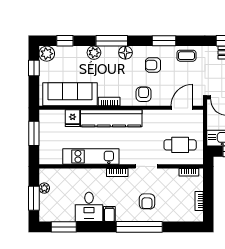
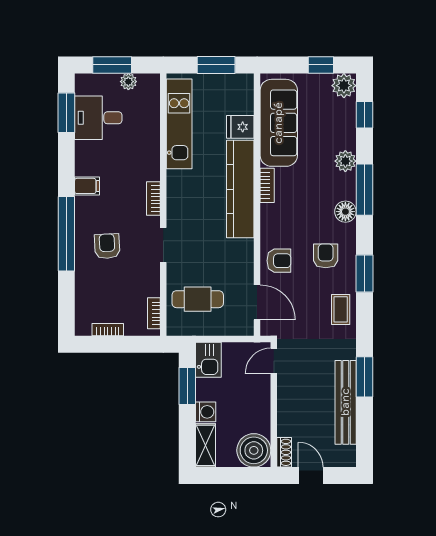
armchair: (144, 94) -> (279, 261), moved
cafe table: (180, 145) -> (198, 299), turned 90
kitchen unit: (91, 156) -> (179, 124), moved
armchair: (147, 201) -> (107, 246), turned 86
desk: (89, 207) -> (98, 118), moved

